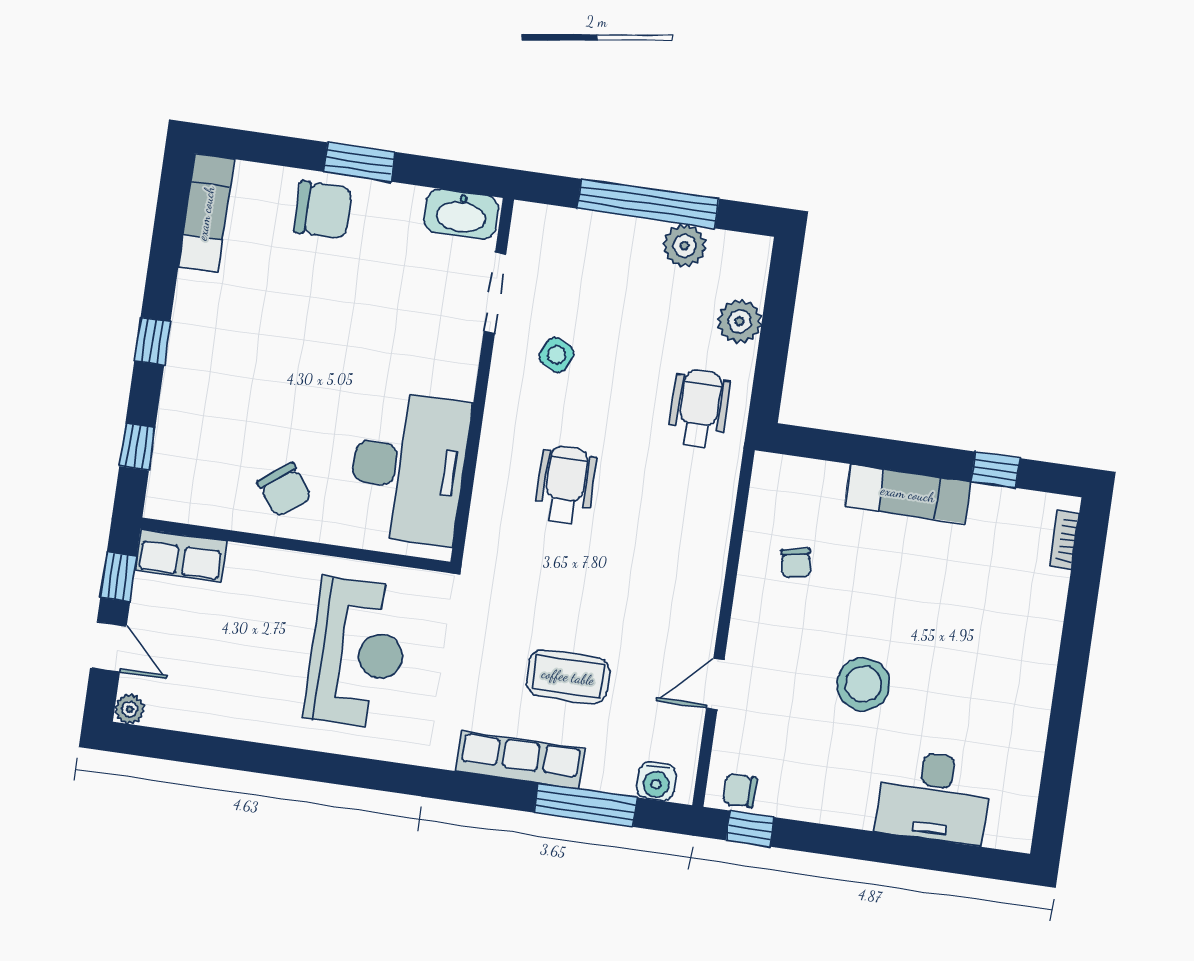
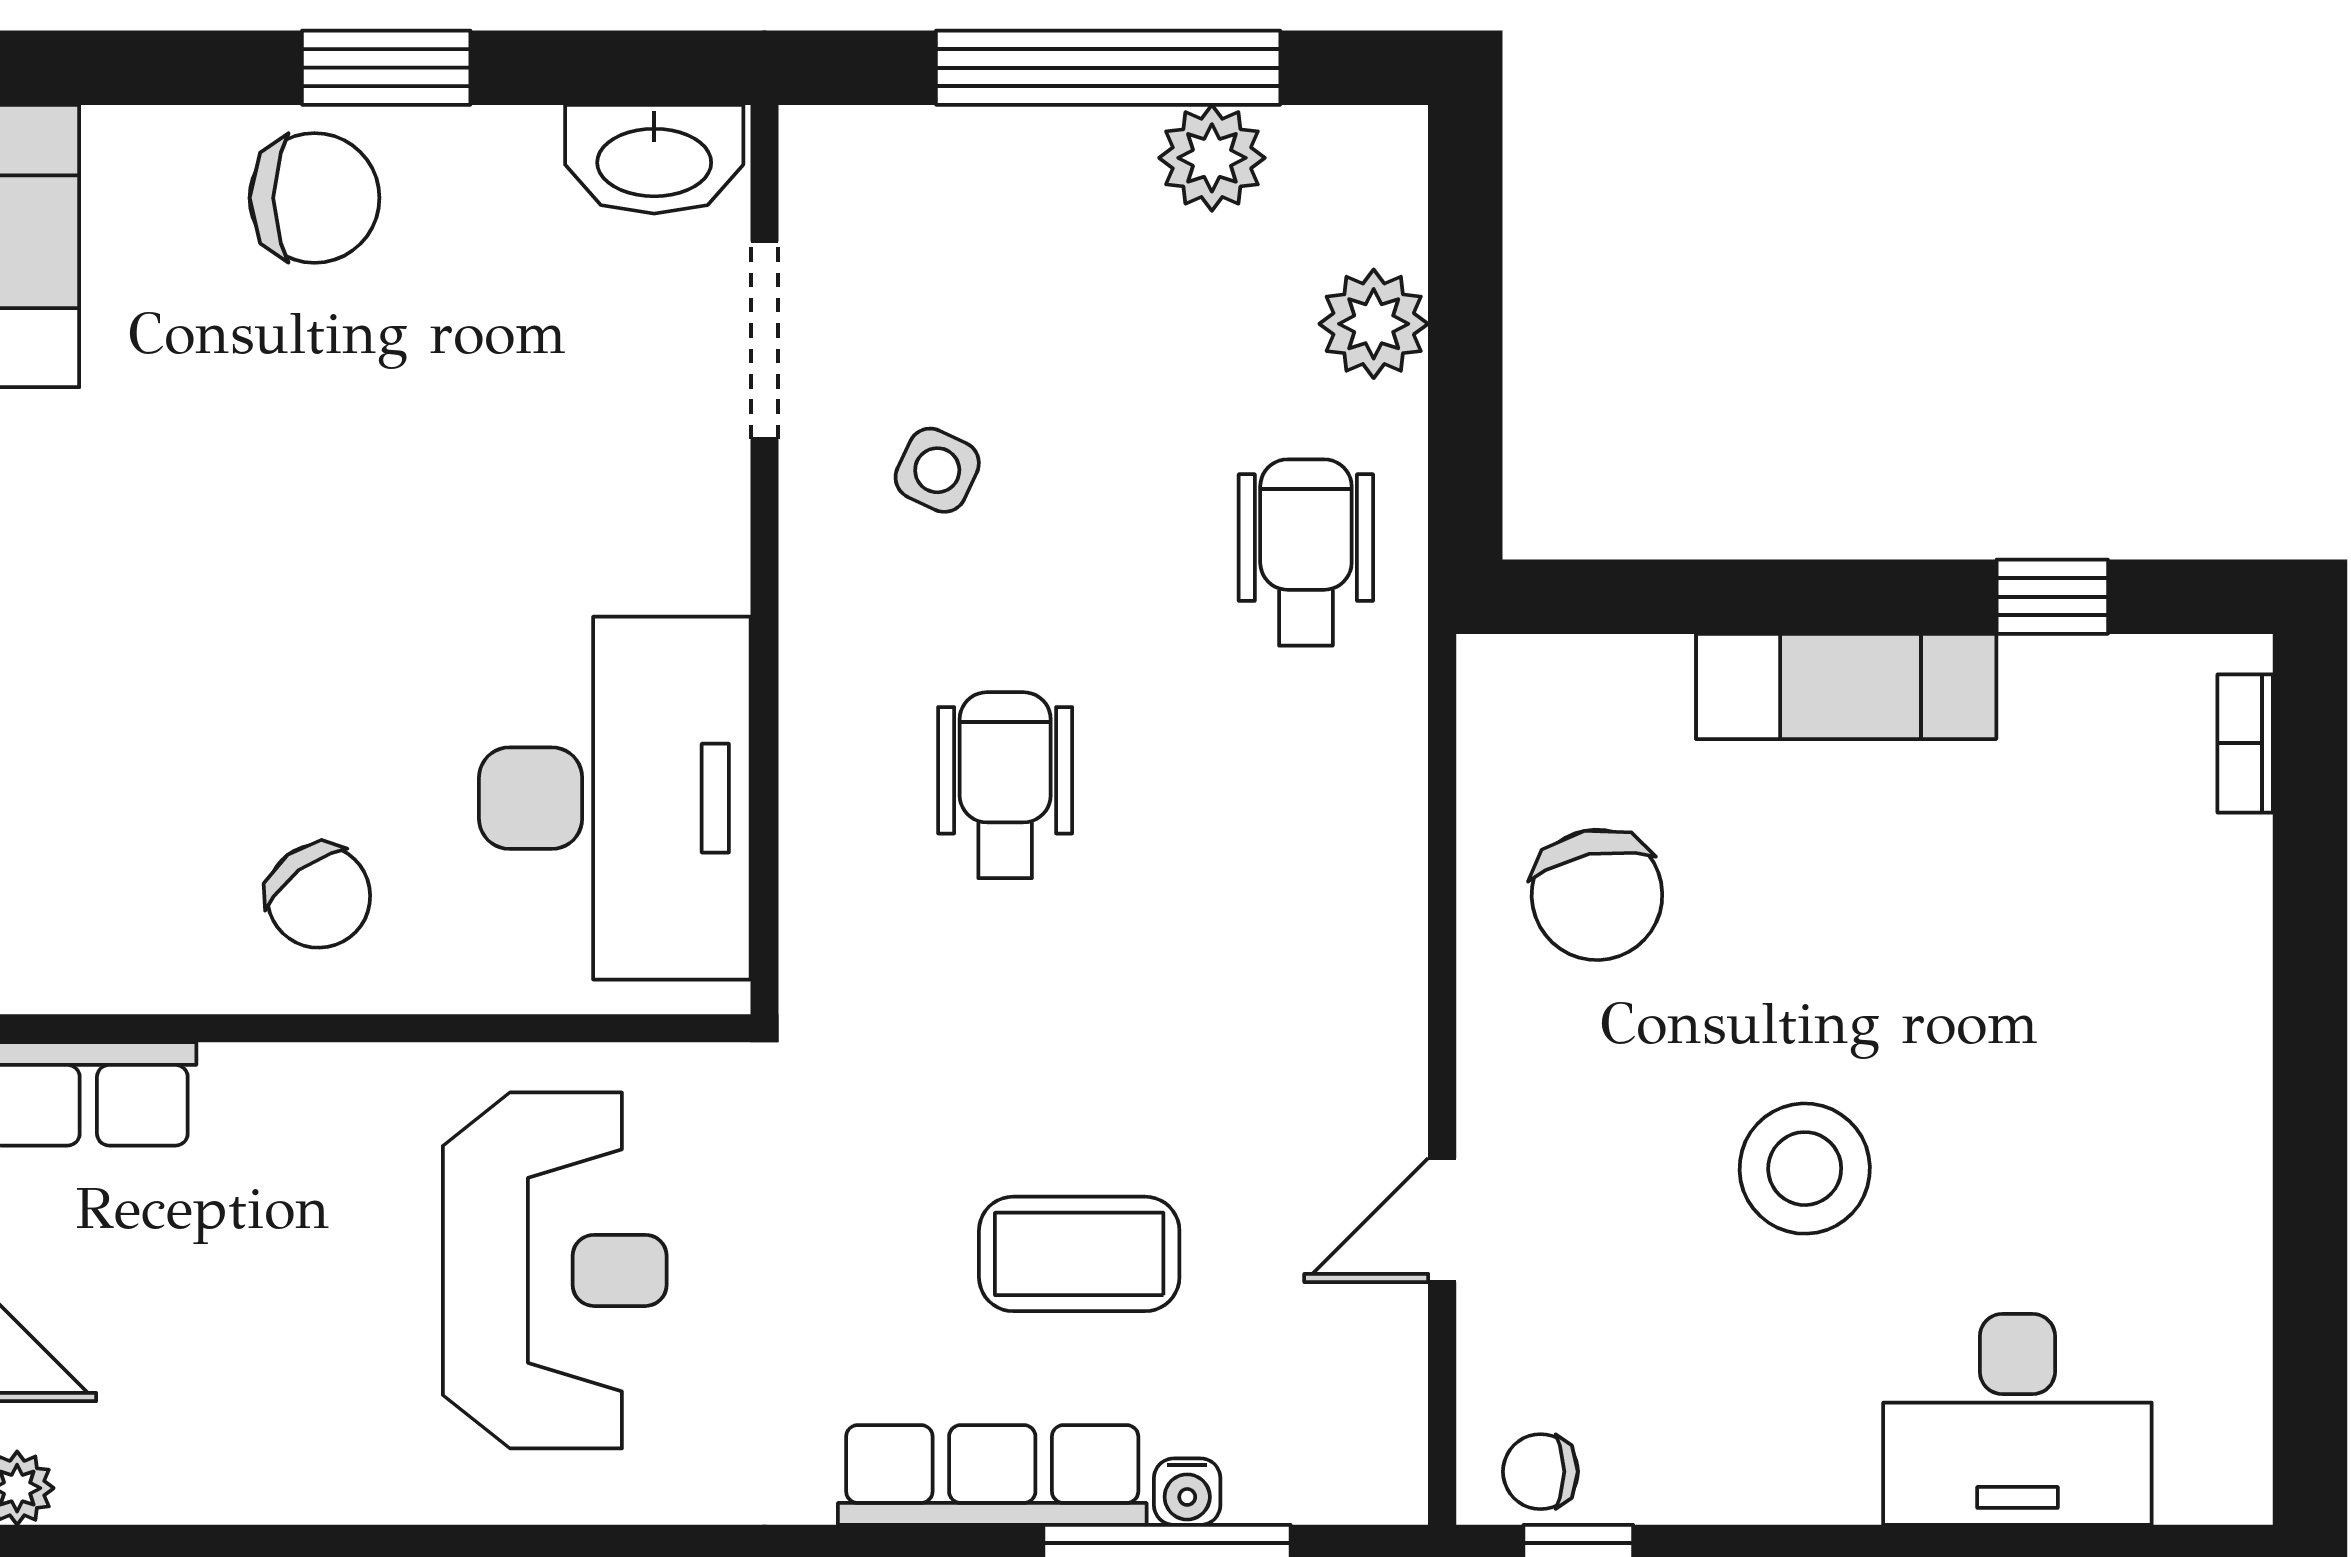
chair: (796, 563) -> (1597, 895), width x1.87, depth x1.87
water cooler: (656, 781) -> (1187, 1492), moved, width x0.72, depth x0.72

